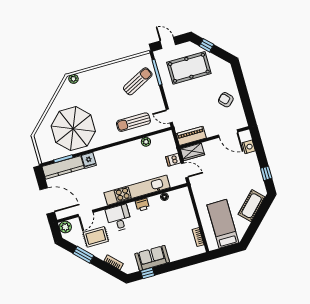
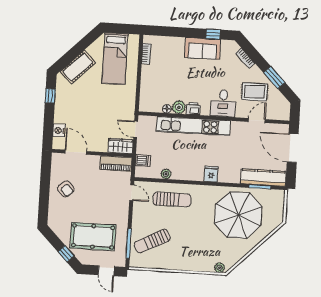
fridge: (89, 160) -> (211, 174), moved
dishwasher: (173, 160) -> (143, 161), moved
plant: (65, 227) -> (179, 107), moved

